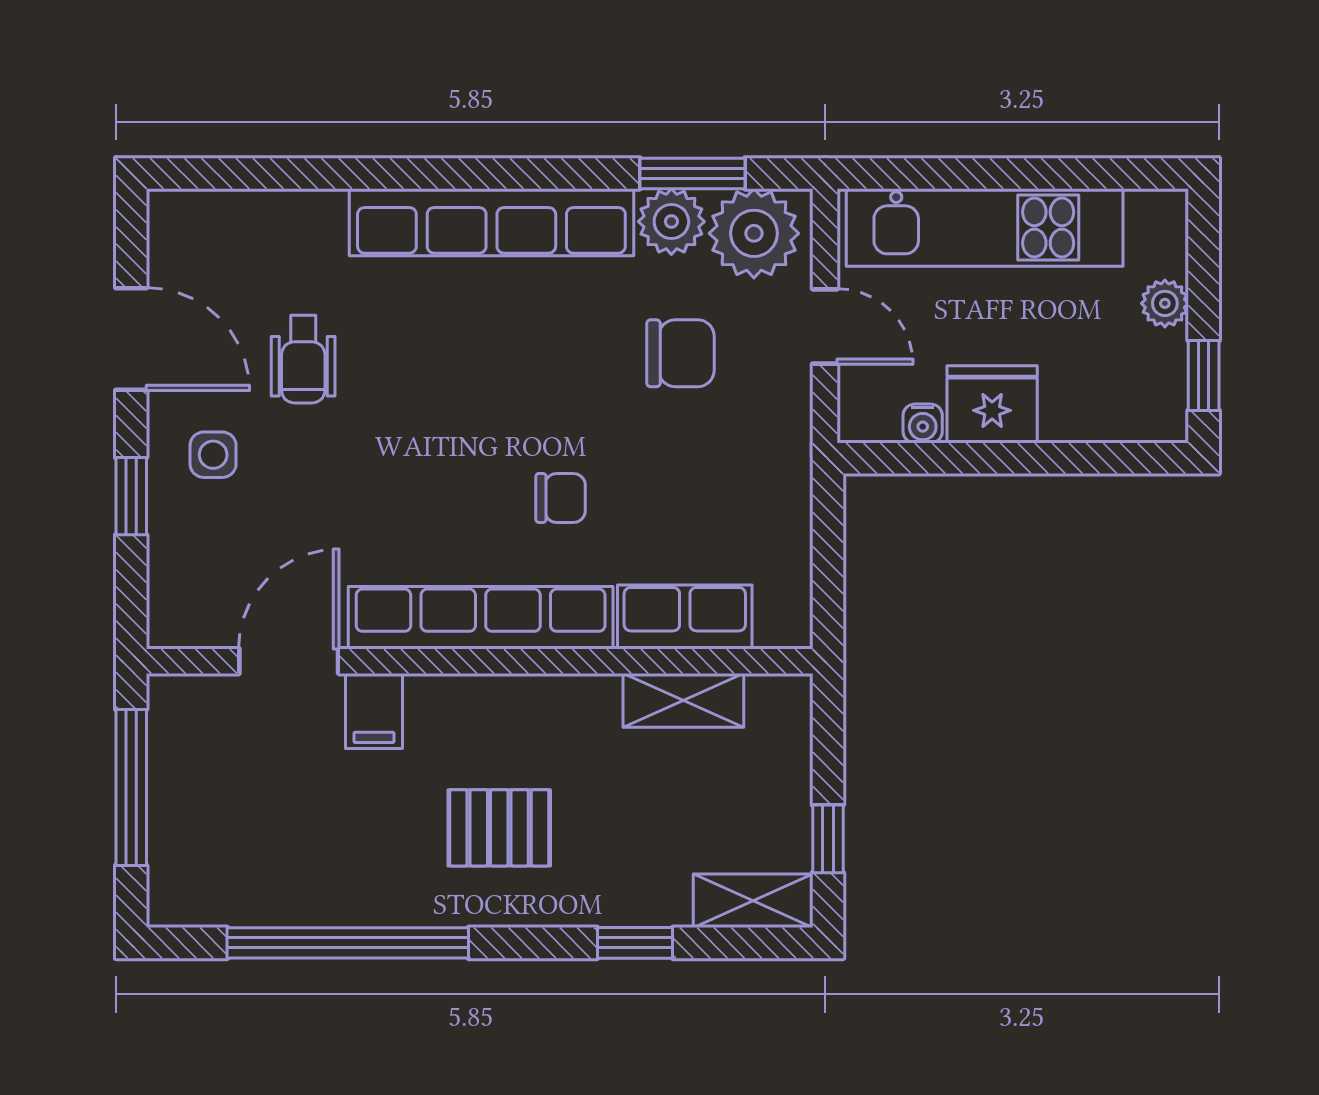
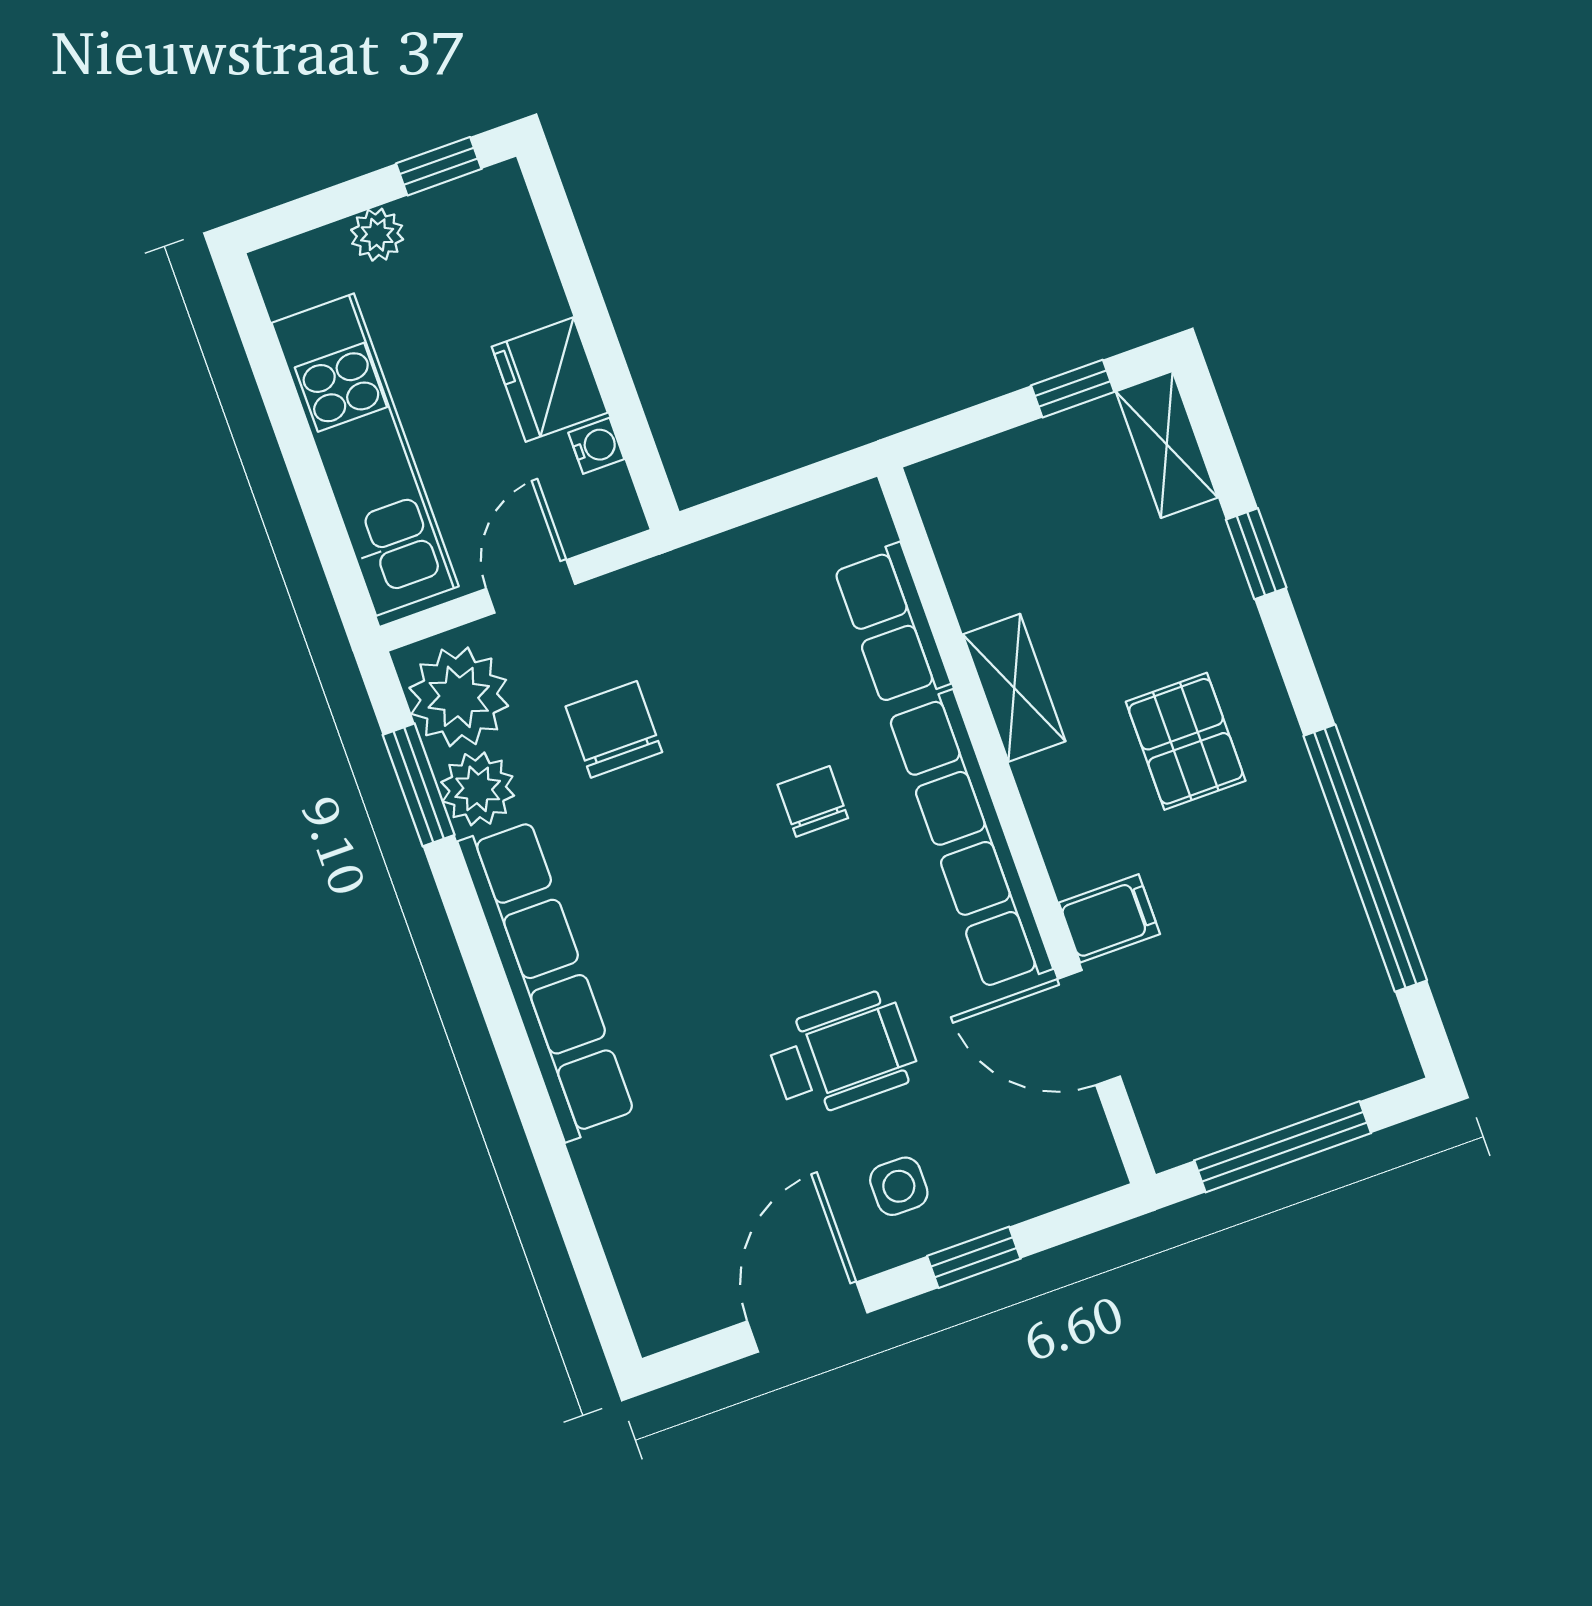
wheelchair: (303, 359) -> (842, 1055), moved, width x1.36, depth x1.37
shelving: (683, 700) -> (1014, 688), moved

